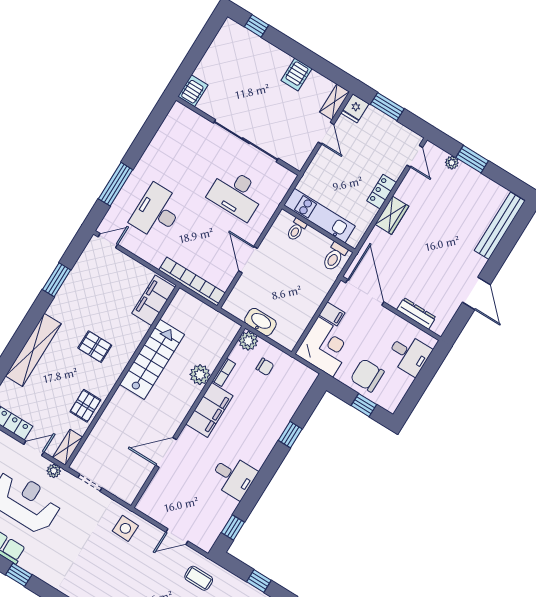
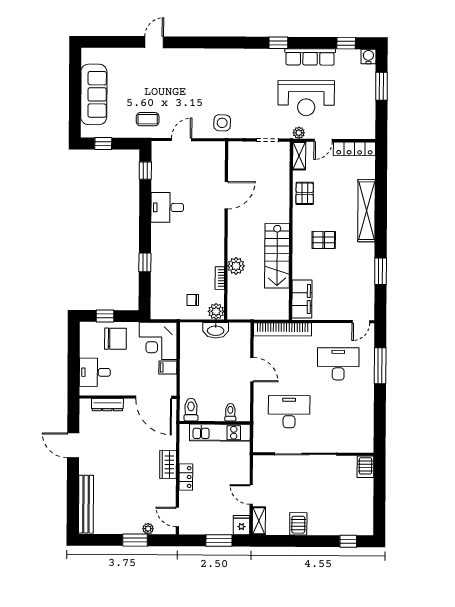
desk: (157, 212) -> (338, 364), turned -90
filing cabinet: (209, 410) -> (214, 245), removed

